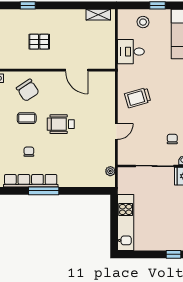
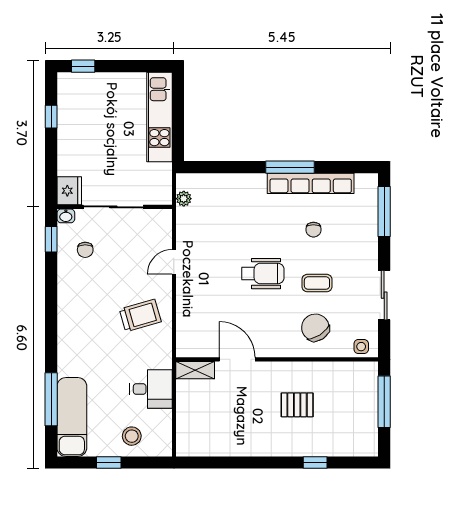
shelving: (98, 15) -> (195, 370), moved

